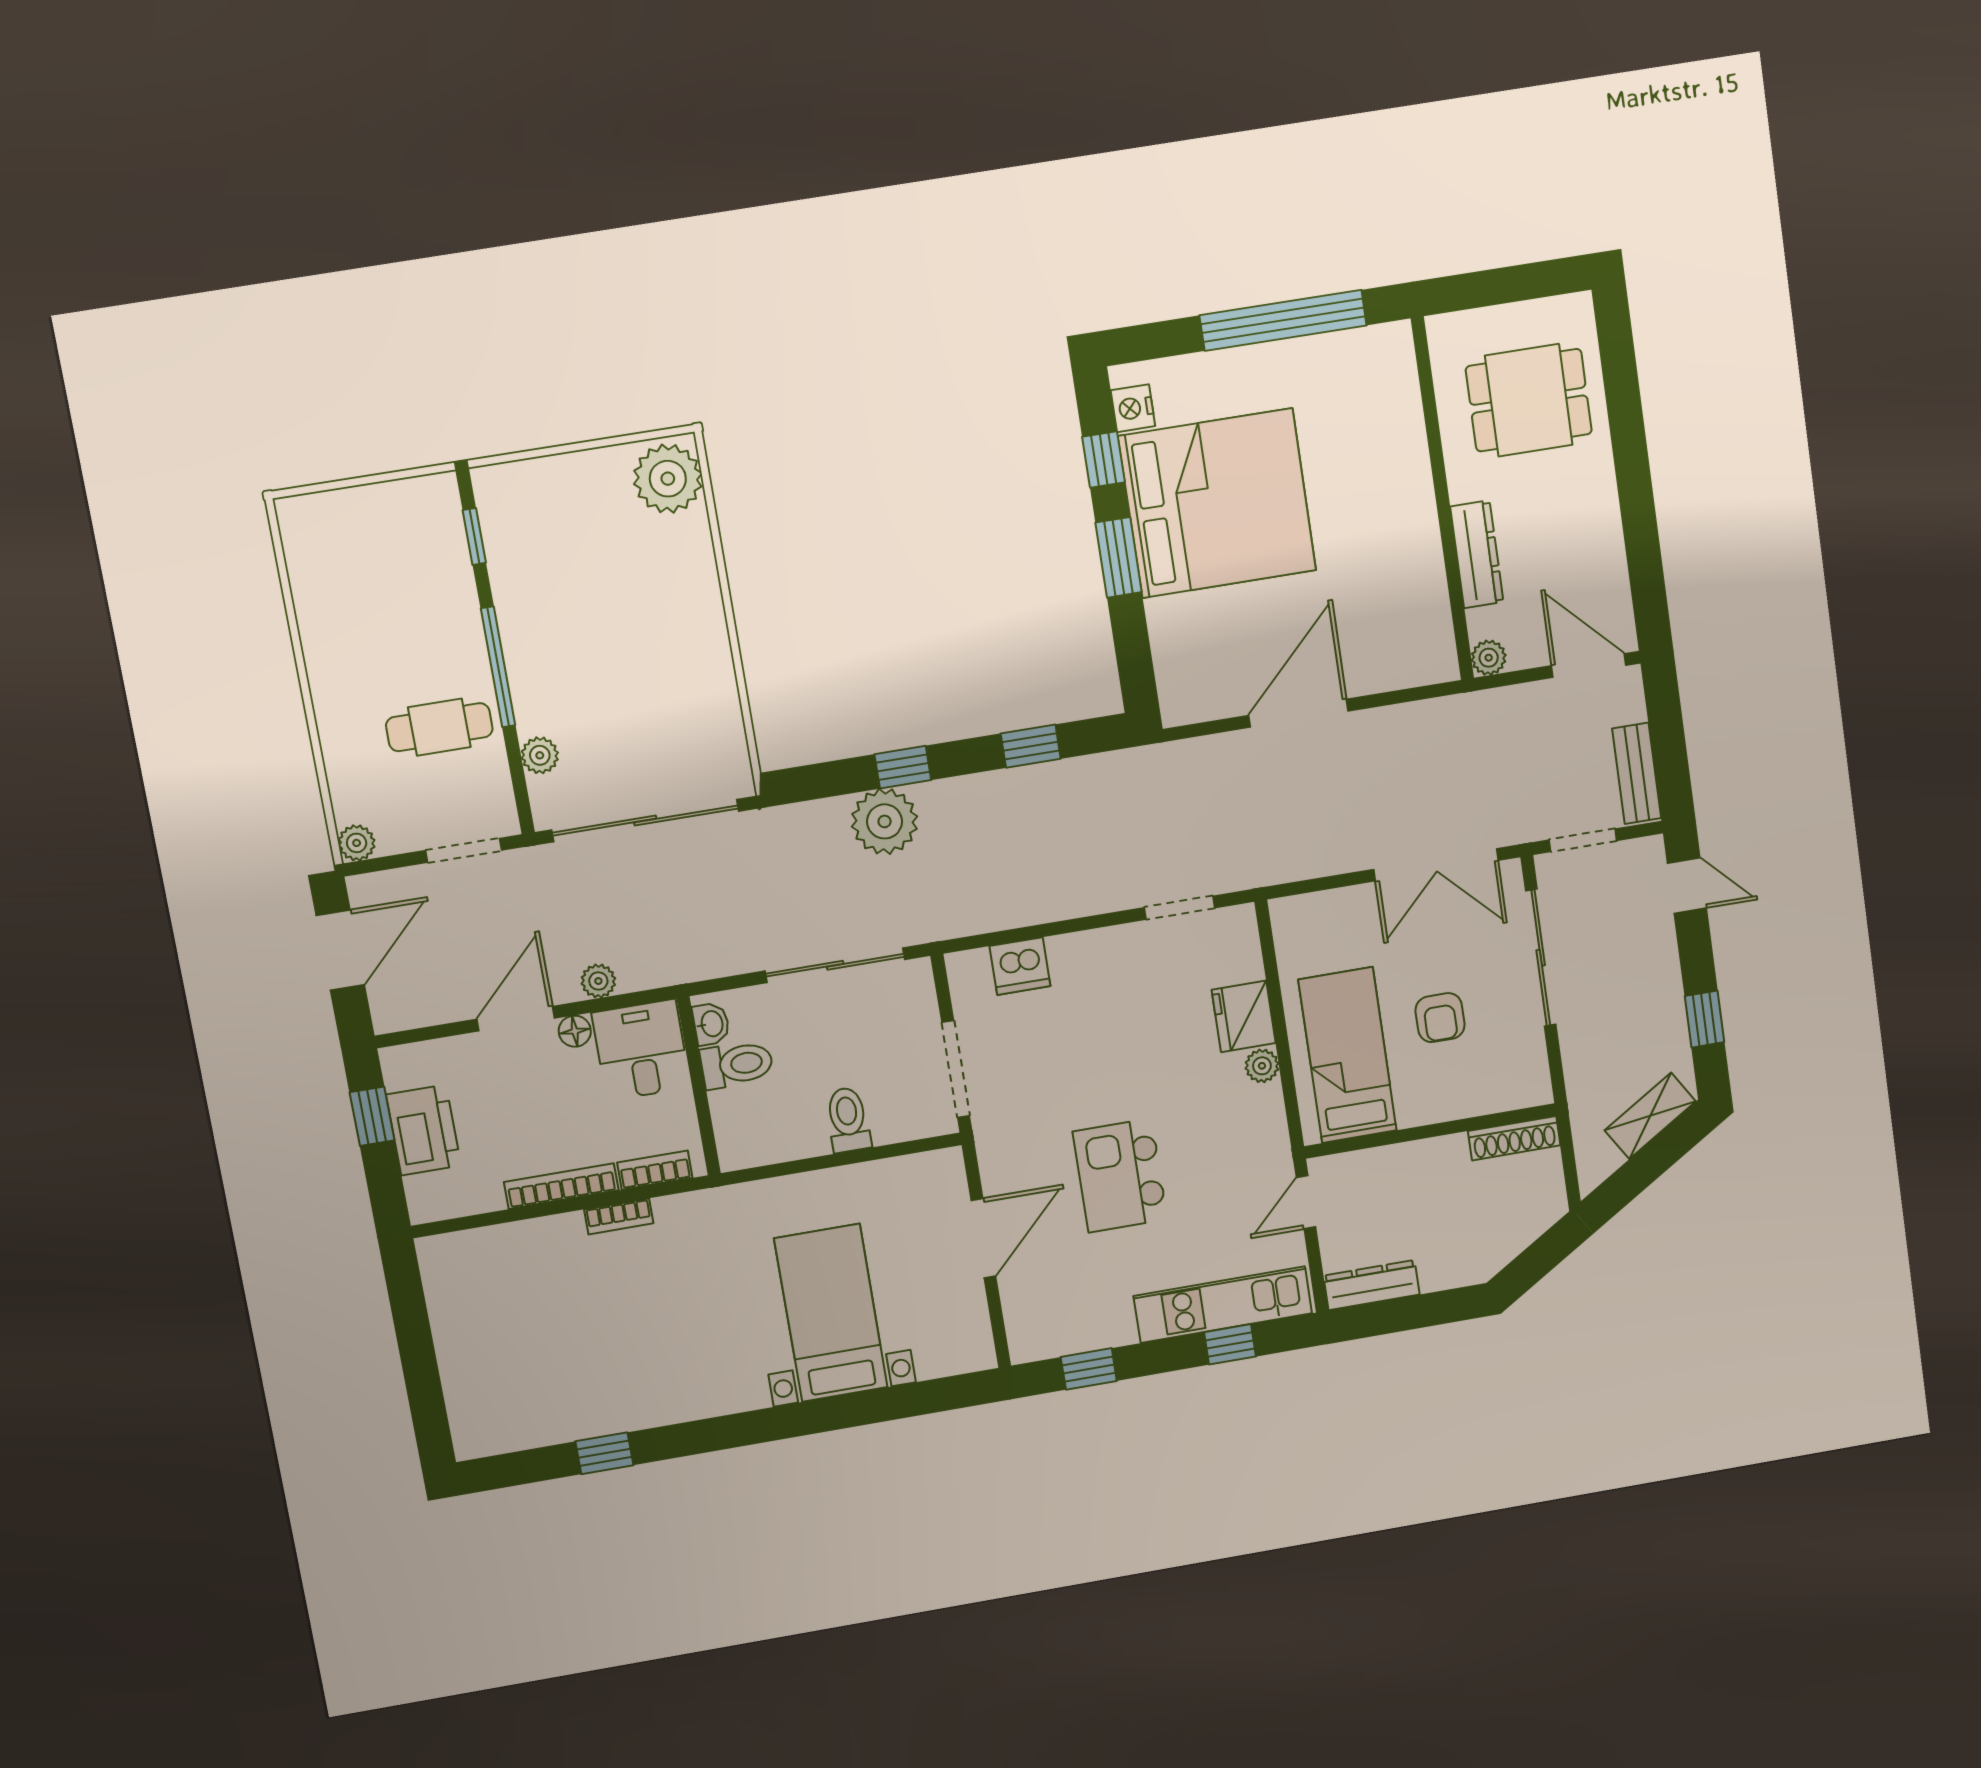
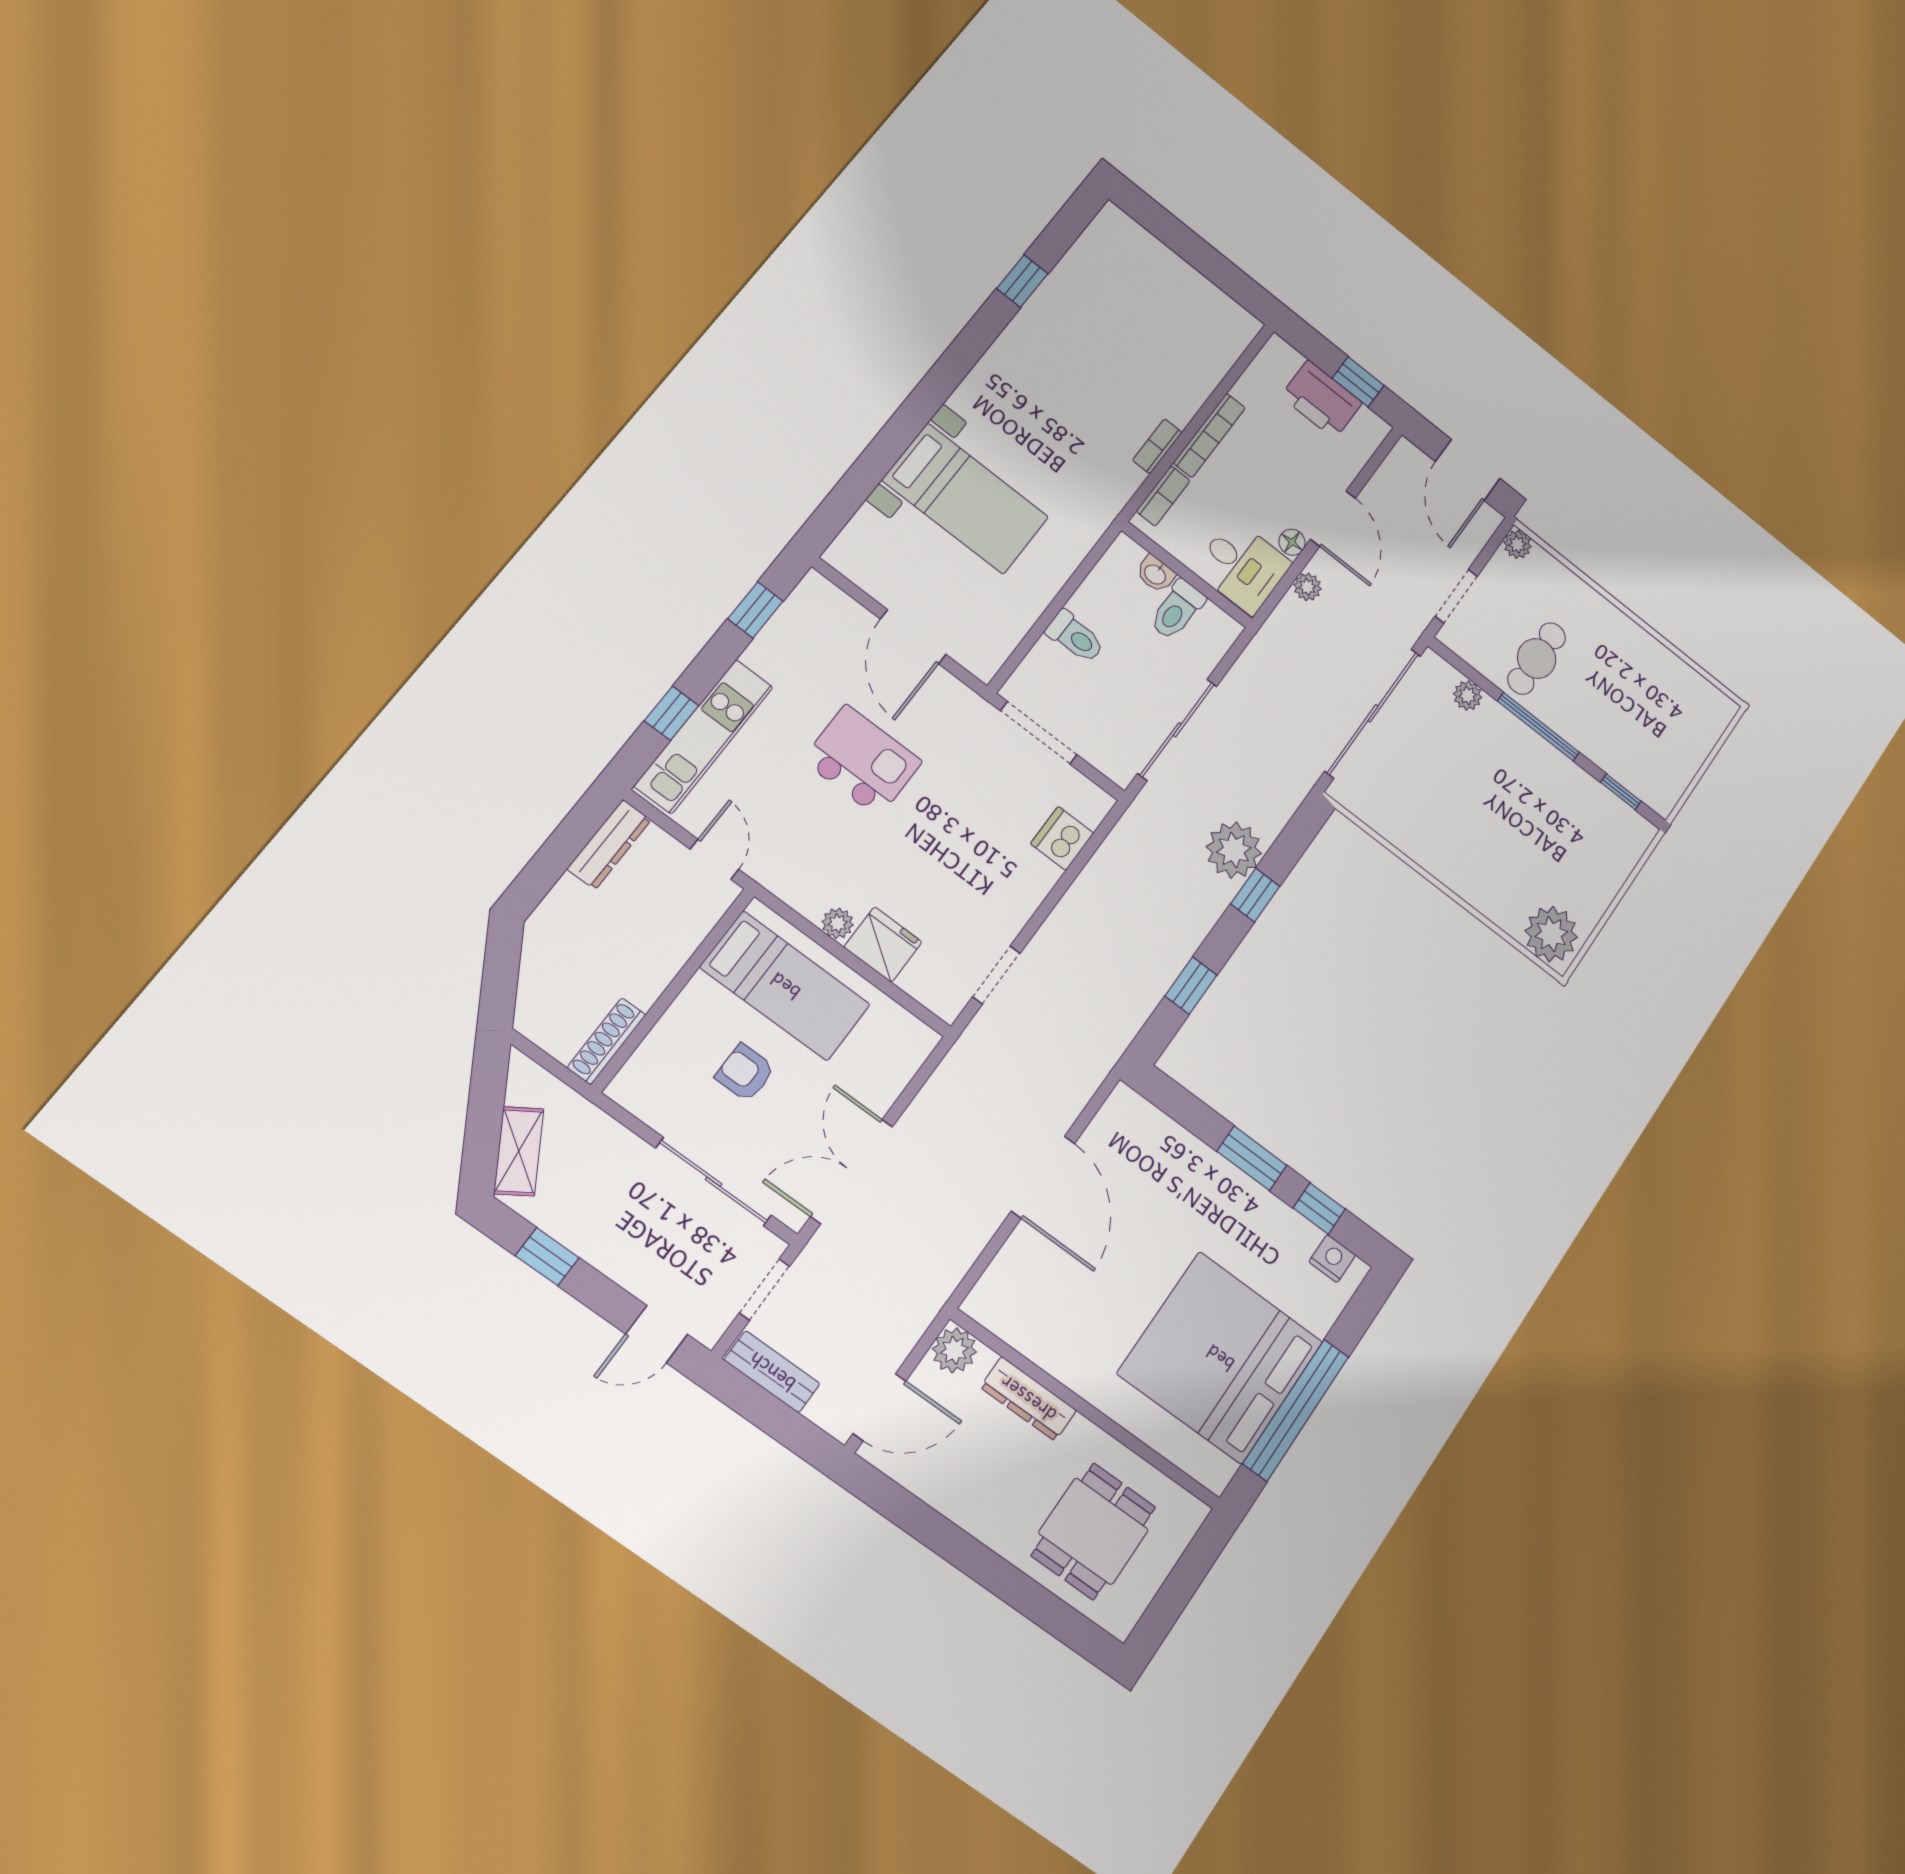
bed: (1217, 503) -> (1220, 1358), moved, turned 90
plant: (1489, 658) -> (954, 1350), width x1.38, depth x1.38
washbasin: (711, 1024) -> (1155, 574), moved

